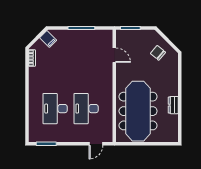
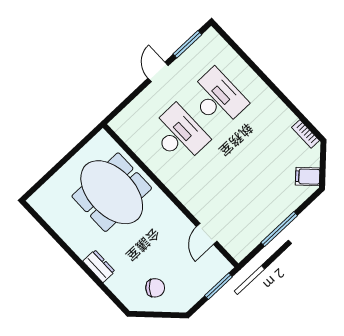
door: (114, 55) -> (207, 234), hinge flipped
dresser: (173, 105) -> (99, 266), moved
meeting table: (138, 111) -> (112, 192), width x0.73
door: (96, 144) -> (158, 72), moved

